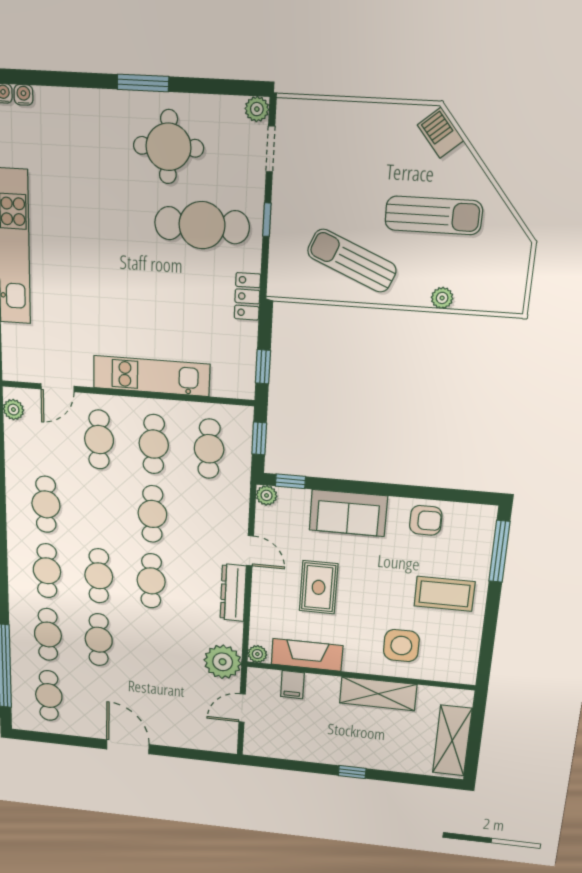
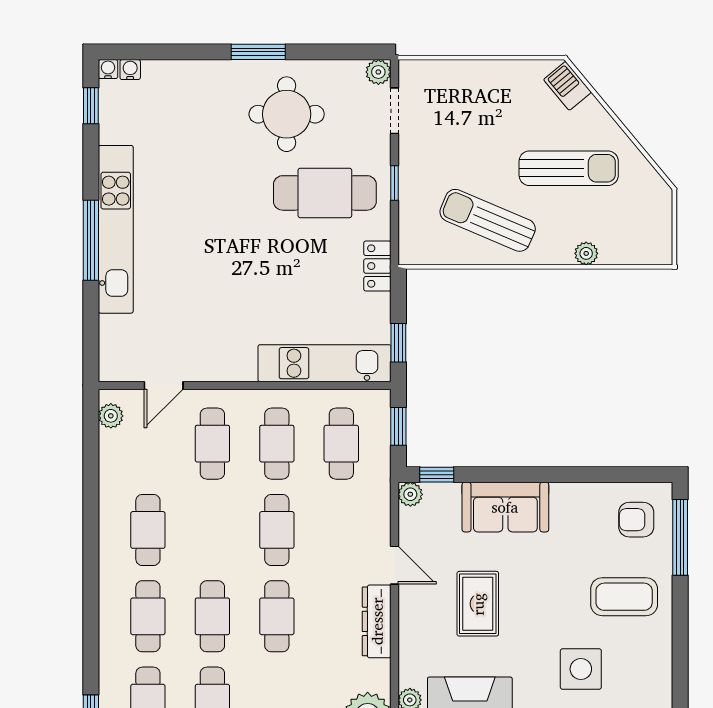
kitchen unit: (151, 376) -> (324, 363), moved
armchair: (426, 520) -> (636, 520), moved, turned 180

